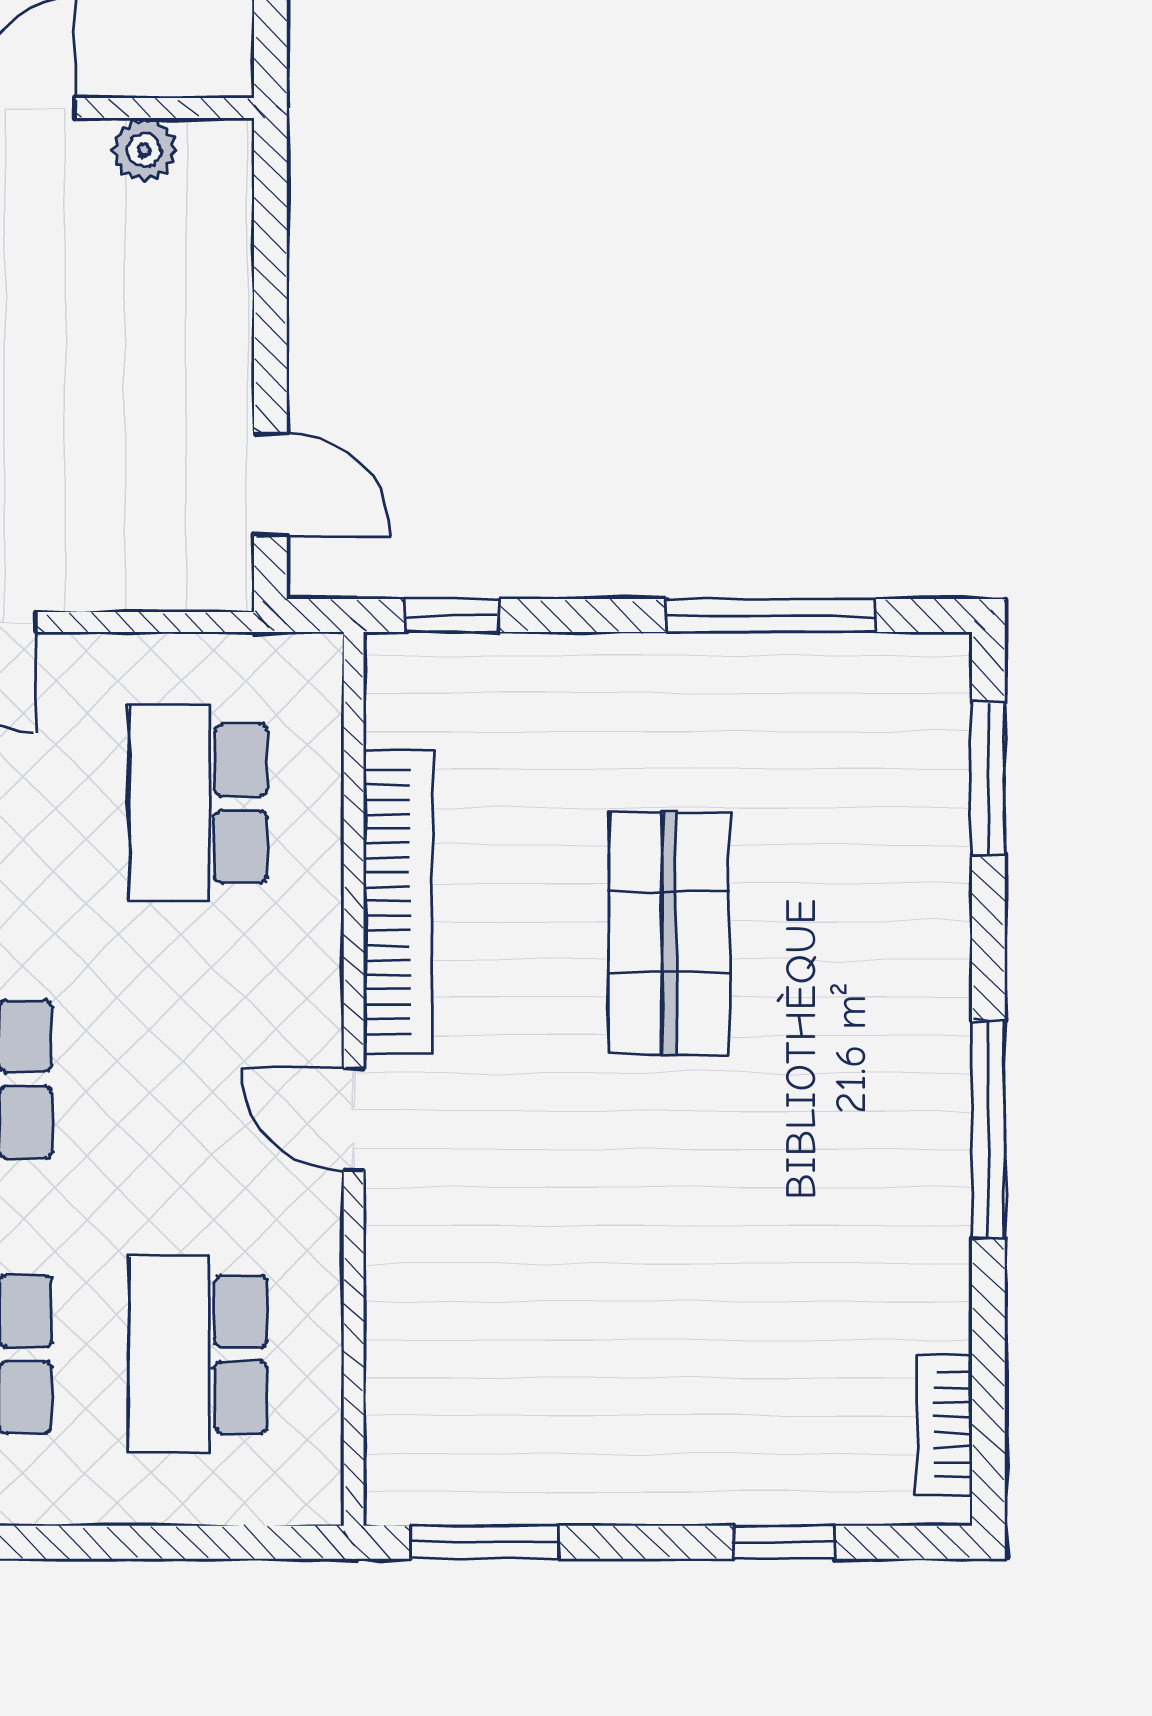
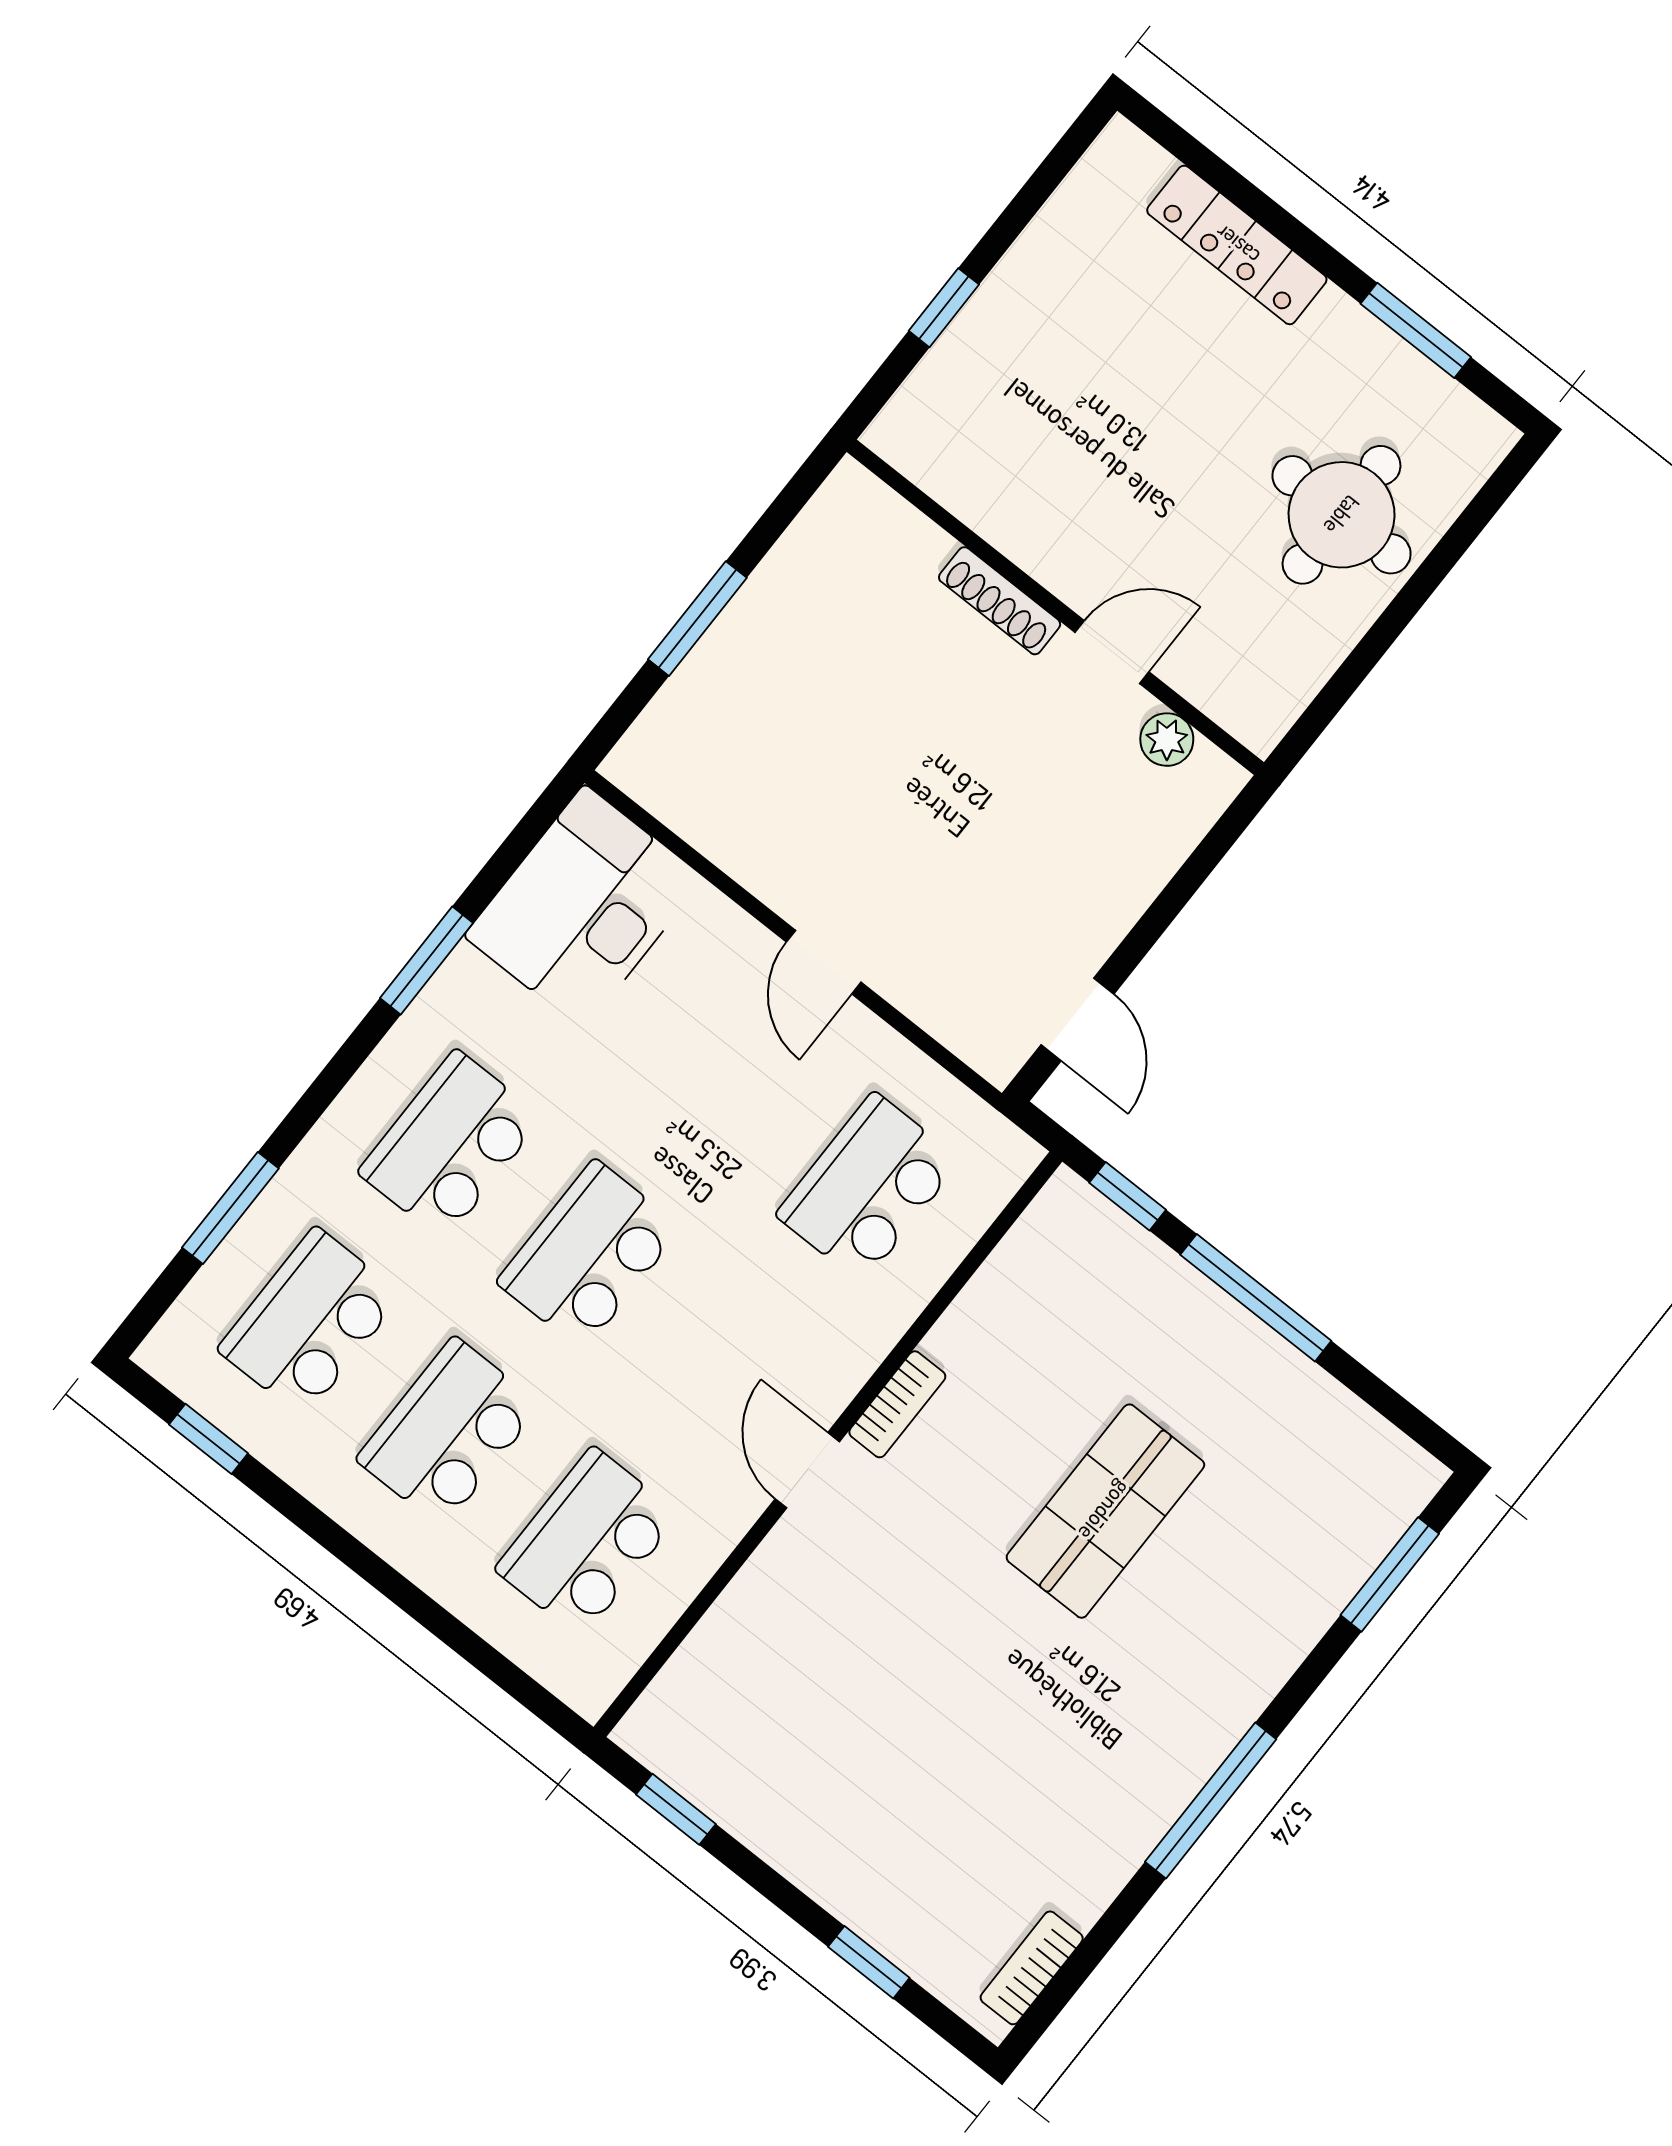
window: (771, 615) -> (1256, 1298), moved
bookcase: (398, 902) -> (897, 1404), width x0.43, depth x0.76
window: (485, 1542) -> (676, 1809), width x0.67

